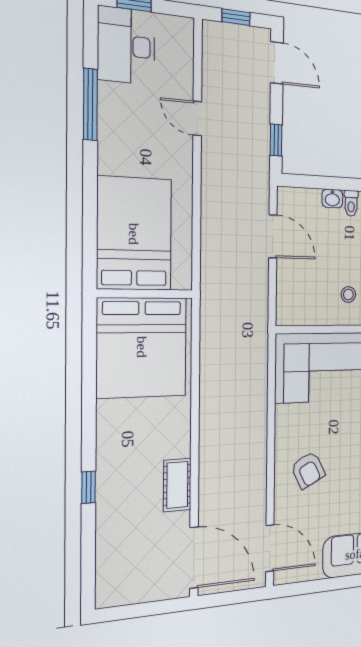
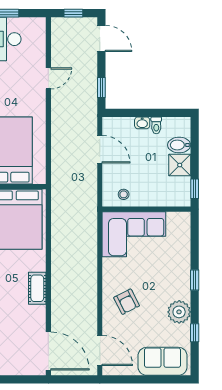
door: (197, 118) -> (48, 78), swing flipped
stool: (348, 295) -> (124, 194), moved
cot: (177, 485) -> (37, 288), moved

